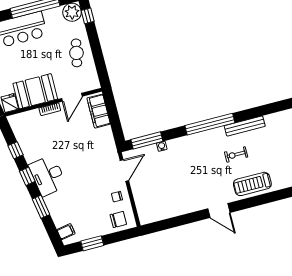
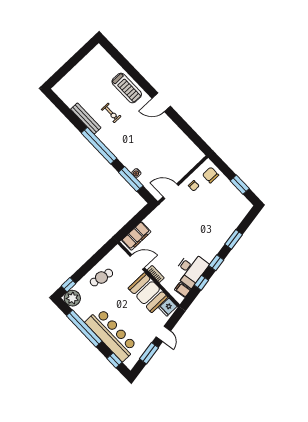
window: (147, 140) -> (131, 179), moved
desk: (48, 176) -> (191, 269), moved
door: (219, 211) -> (161, 102), swing flipped
filing cabinet: (66, 232) -> (182, 290), moved

